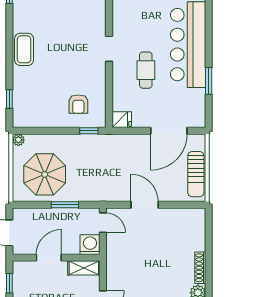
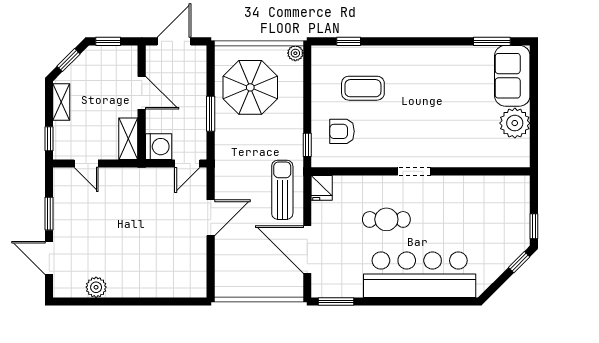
coffee table: (24, 49) -> (363, 88), moved
window: (209, 81) -> (336, 301), moved
sun lounger: (196, 174) -> (282, 190), moved, turned 90
shoe rack: (200, 268) -> (129, 291), removed

